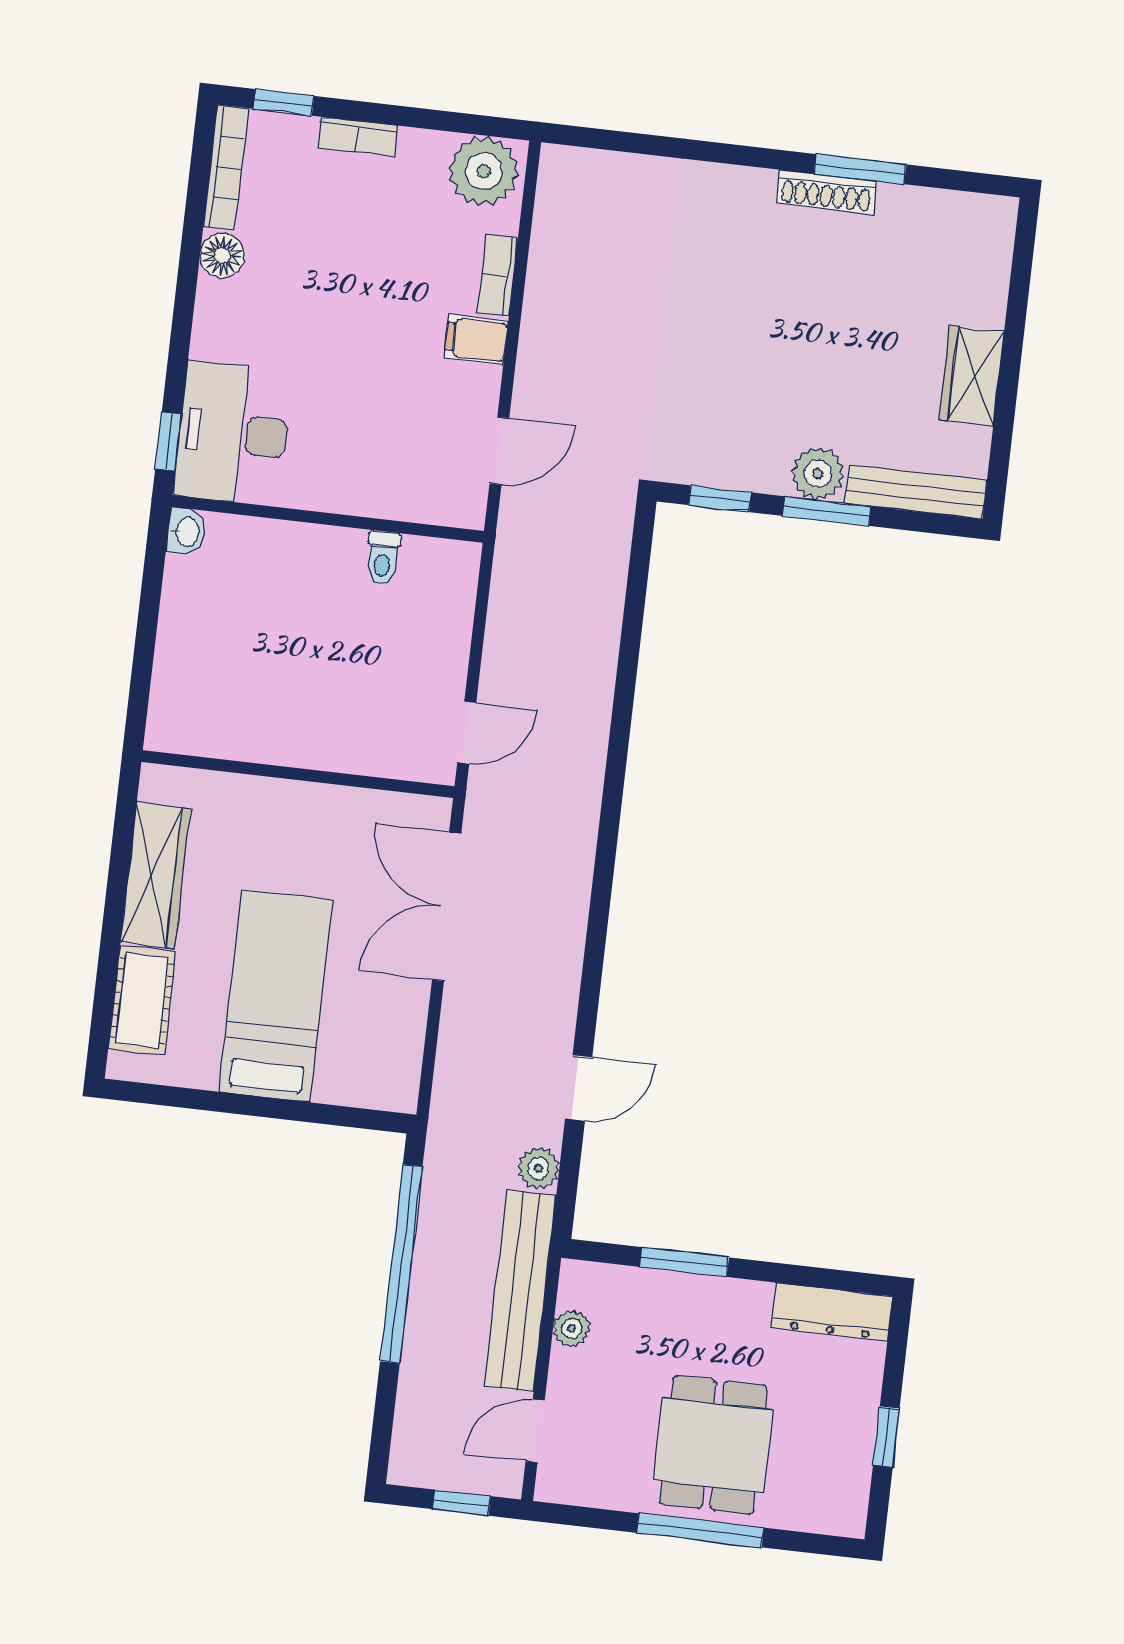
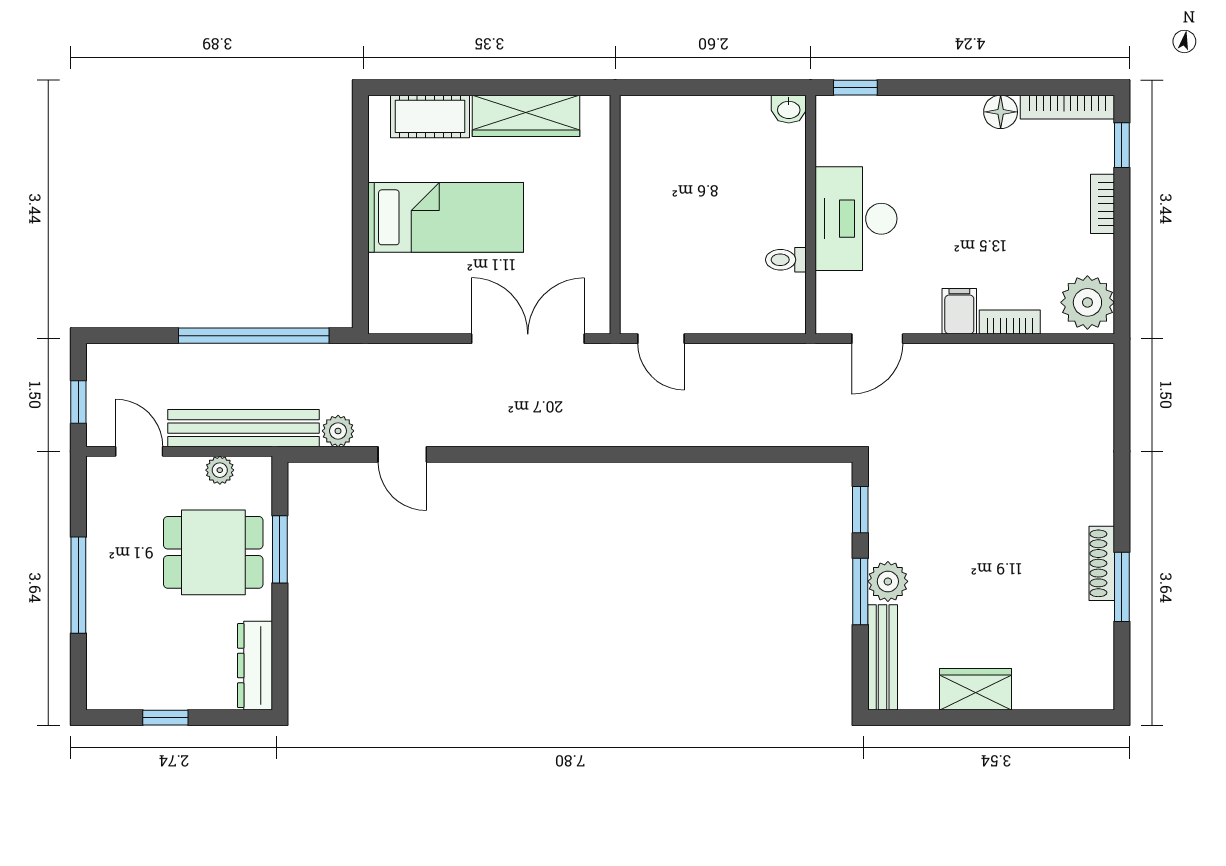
desk: (233, 433) -> (856, 219), moved, turned -90
door: (499, 451) -> (877, 339), hinge flipped
dining table: (713, 1445) -> (213, 552), moved

